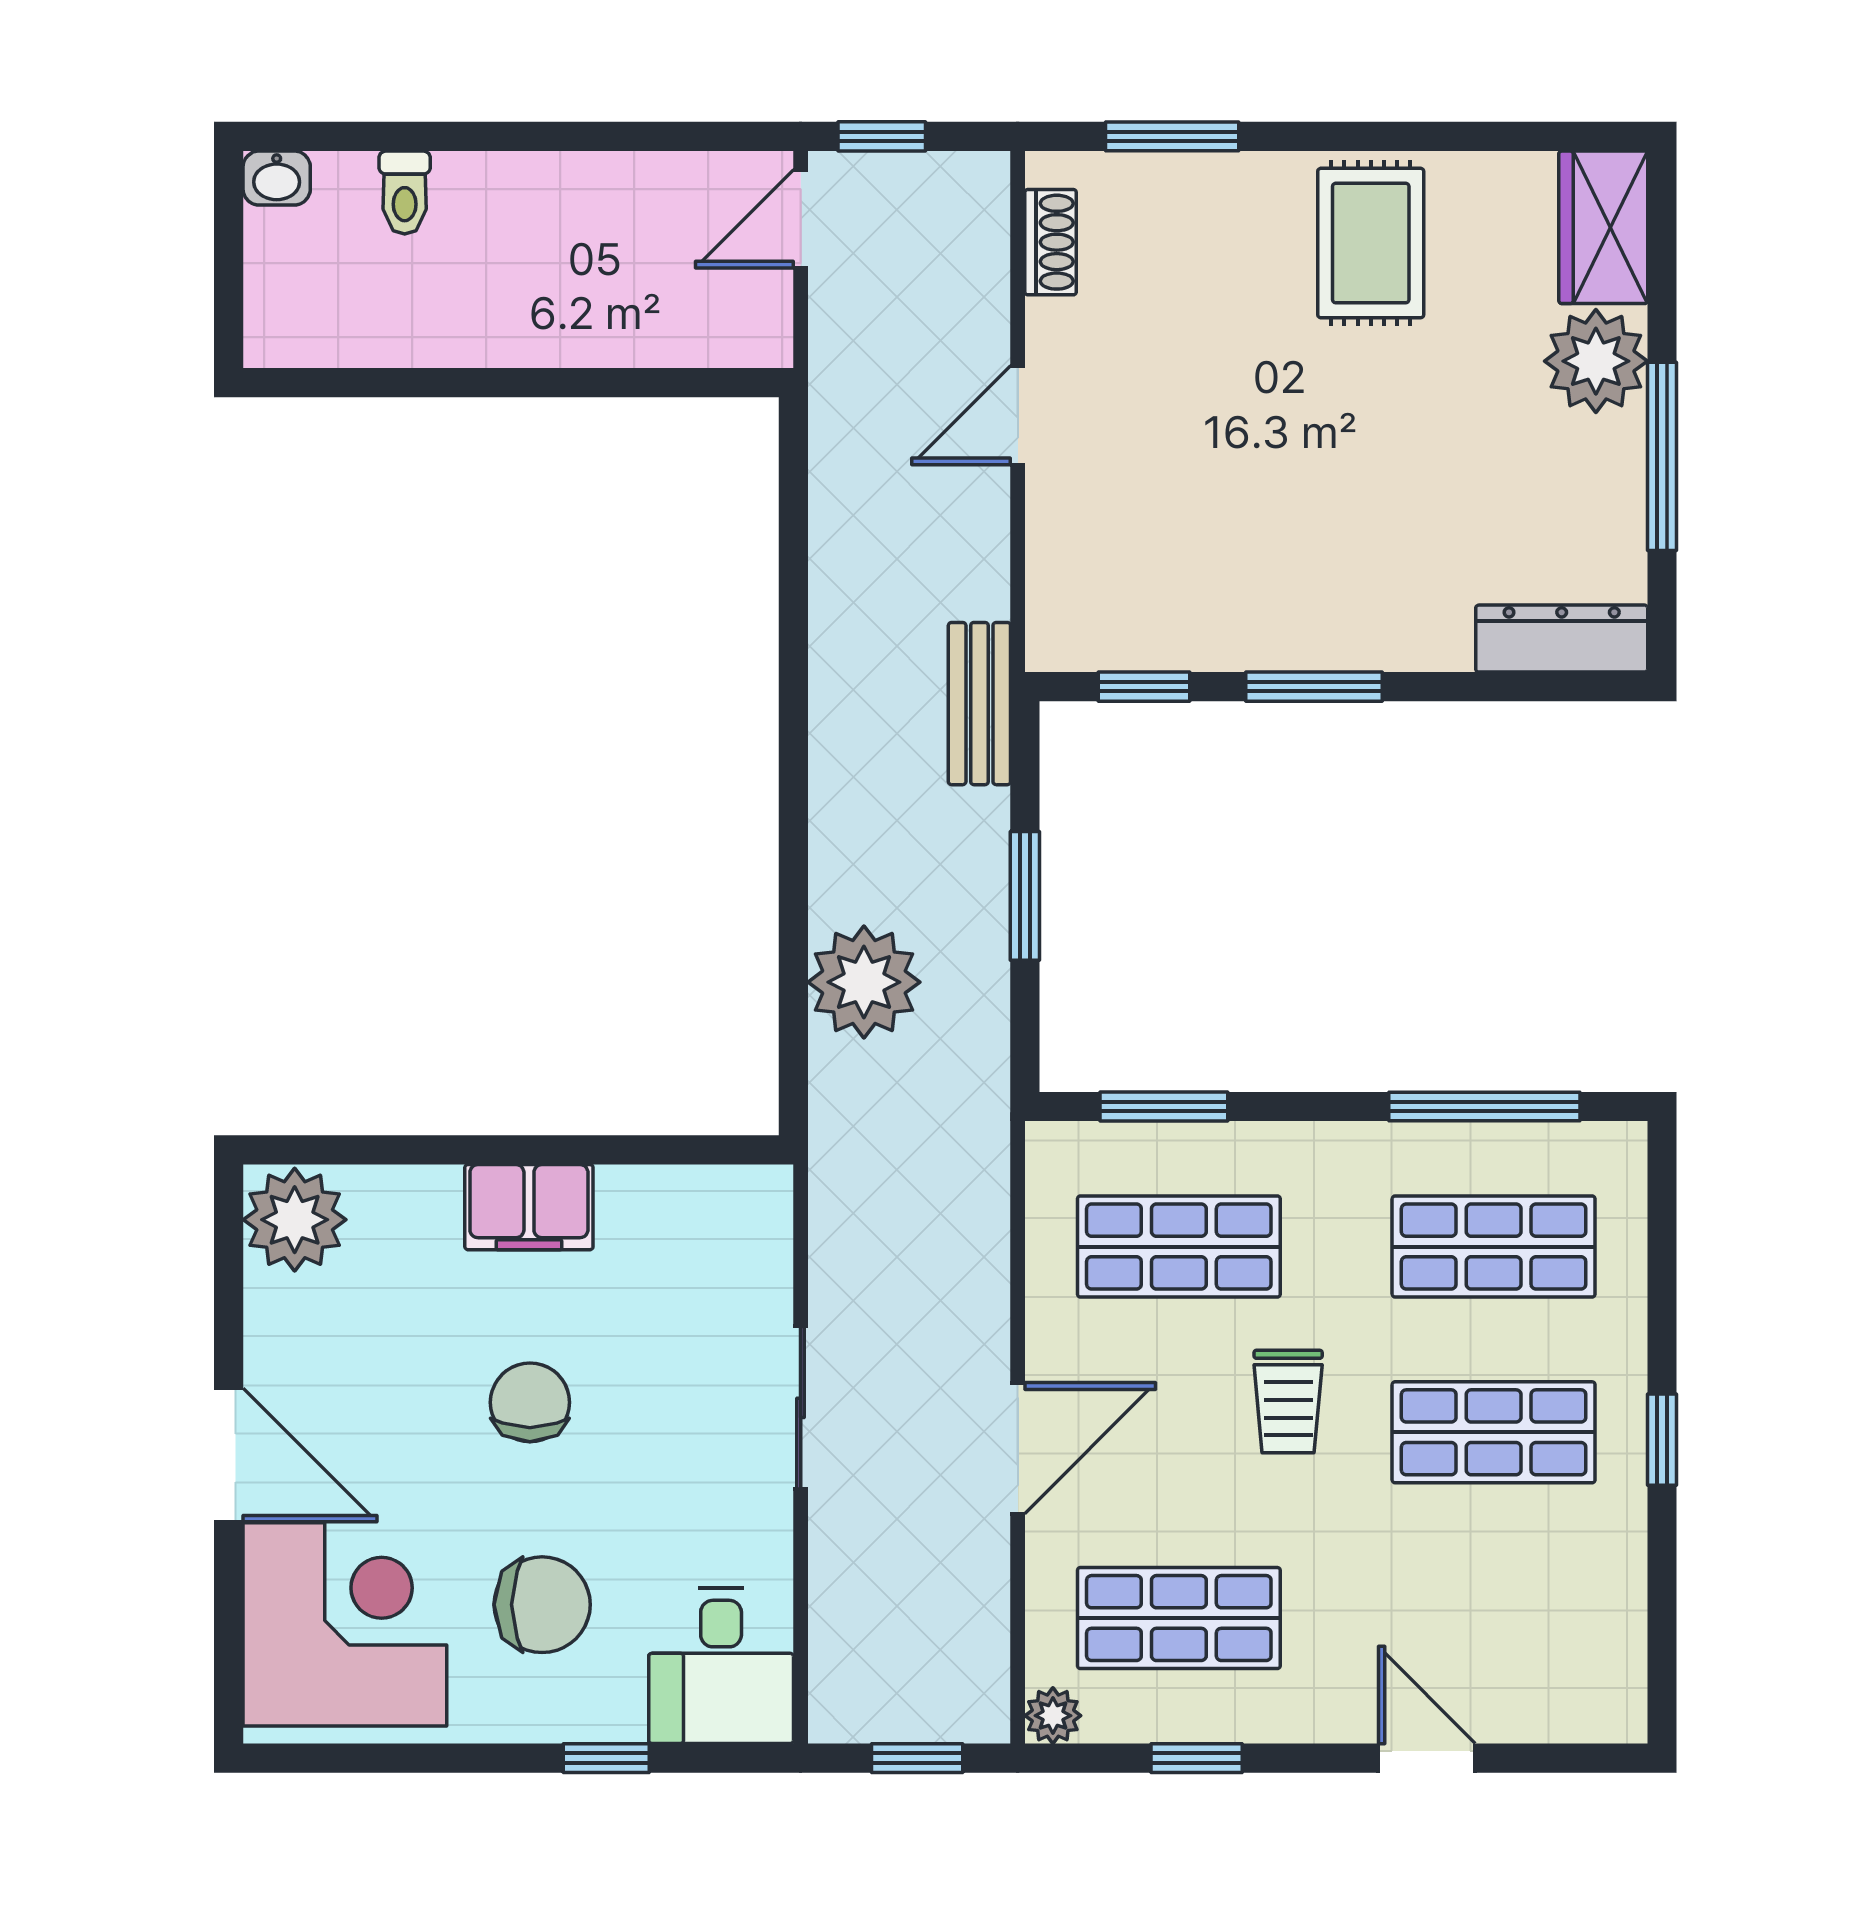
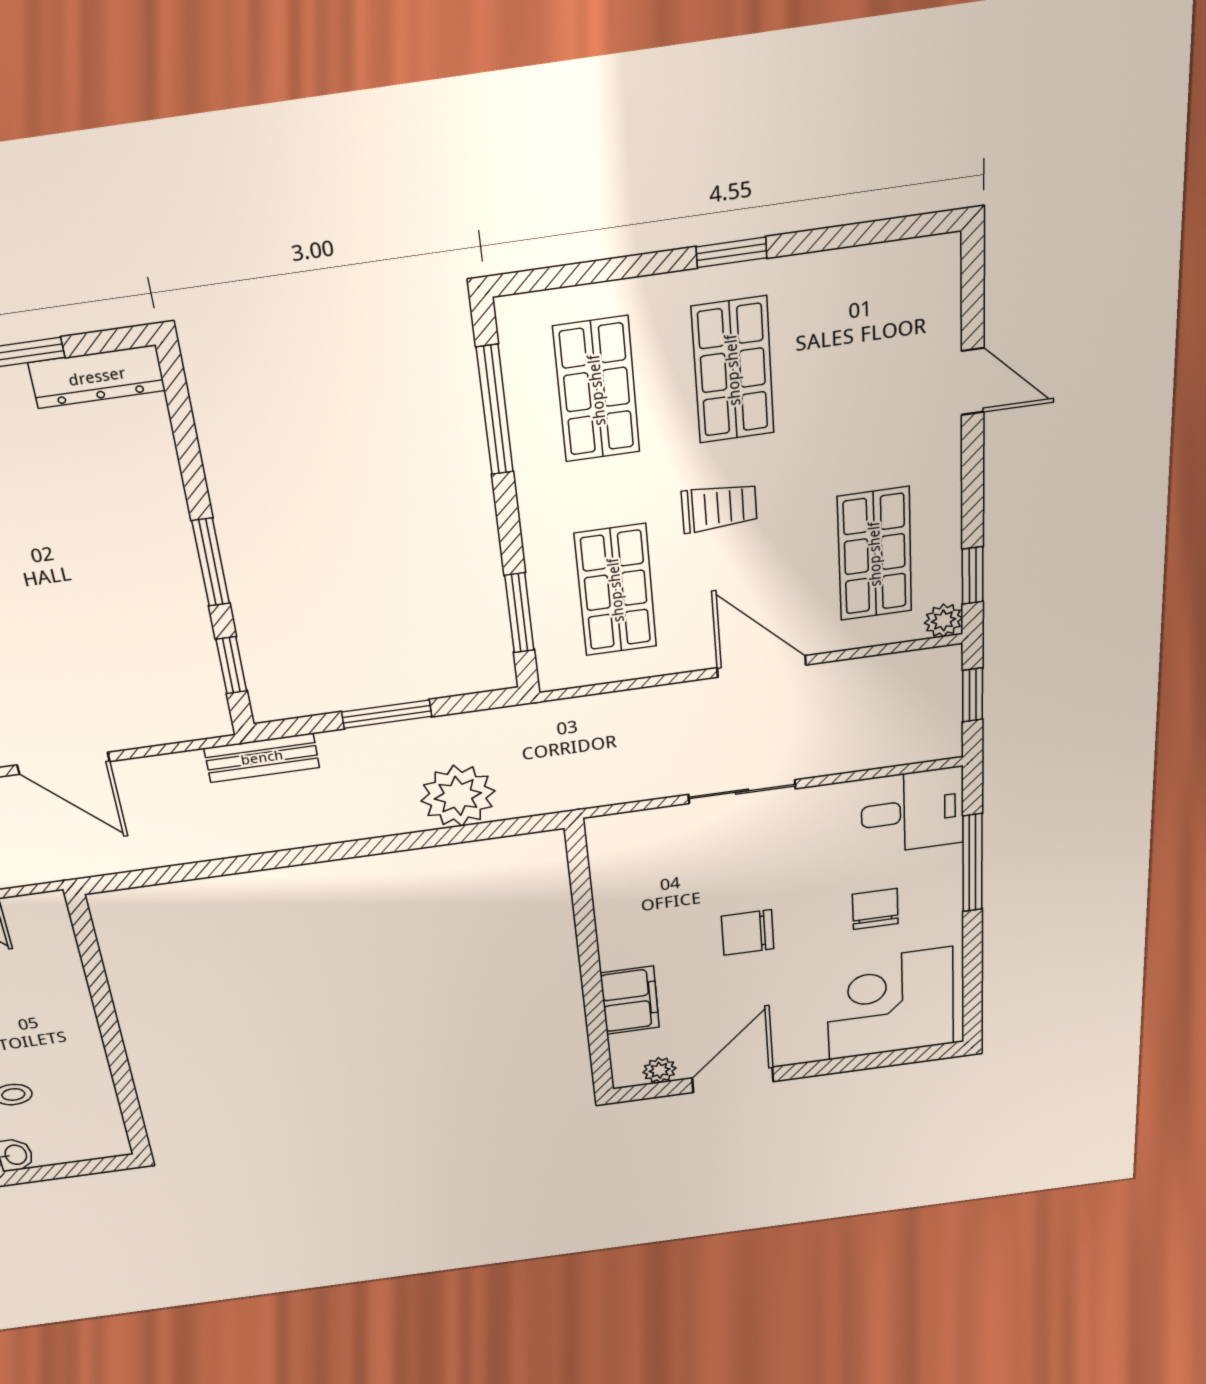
door: (1018, 415) -> (63, 763), width x1.38
dresser: (1562, 639) -> (97, 377), moved, turned -90
filing cabinet: (529, 1207) -> (630, 1000), moved
plant: (295, 1220) -> (659, 1070), width x0.53, depth x0.53
door: (229, 1455) -> (733, 1080), moved
chair: (542, 1605) -> (875, 909), width x0.73, depth x0.73
window: (606, 1758) -> (973, 863), width x2.17
window: (1197, 1758) -> (973, 575), moved
door: (1427, 1758) -> (973, 382), swing flipped

